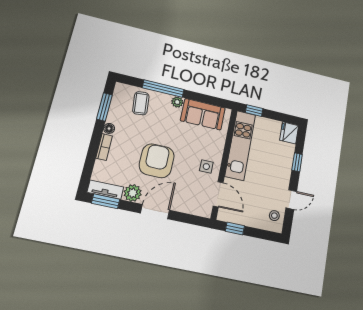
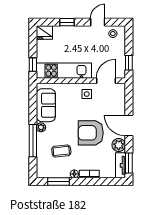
coffee table: (141, 103) -> (61, 151), moved
door: (291, 200) -> (98, 22), hinge flipped

